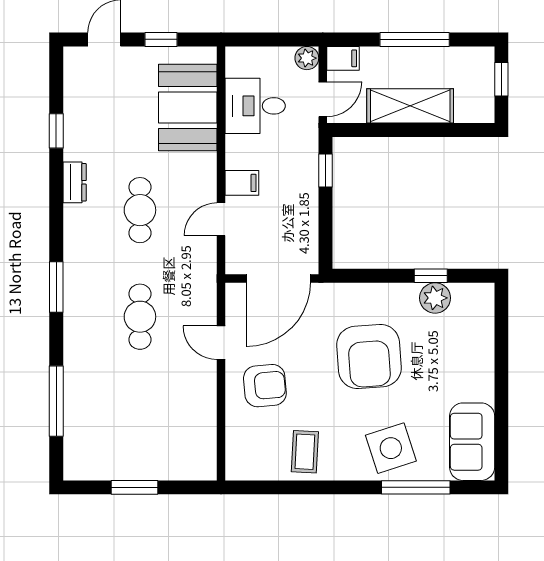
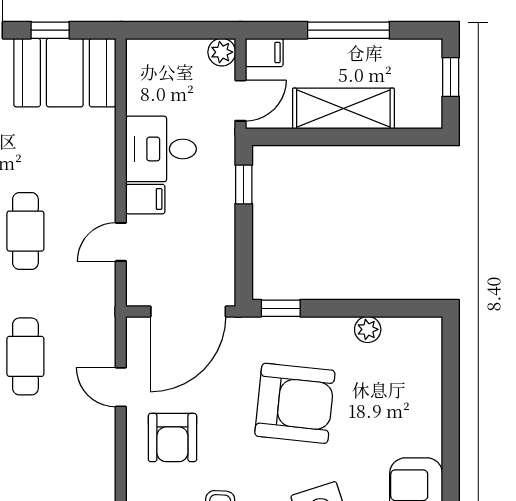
desk: (255, 106) -> (161, 149), moved
booth: (188, 108) -> (65, 73), moved, turned 90
window: (431, 276) -> (281, 308), moved
plant: (435, 298) -> (368, 329), width x0.73, depth x0.73
armchair: (369, 357) -> (295, 403), turned -80
armchair: (265, 386) -> (172, 438), turned 95

